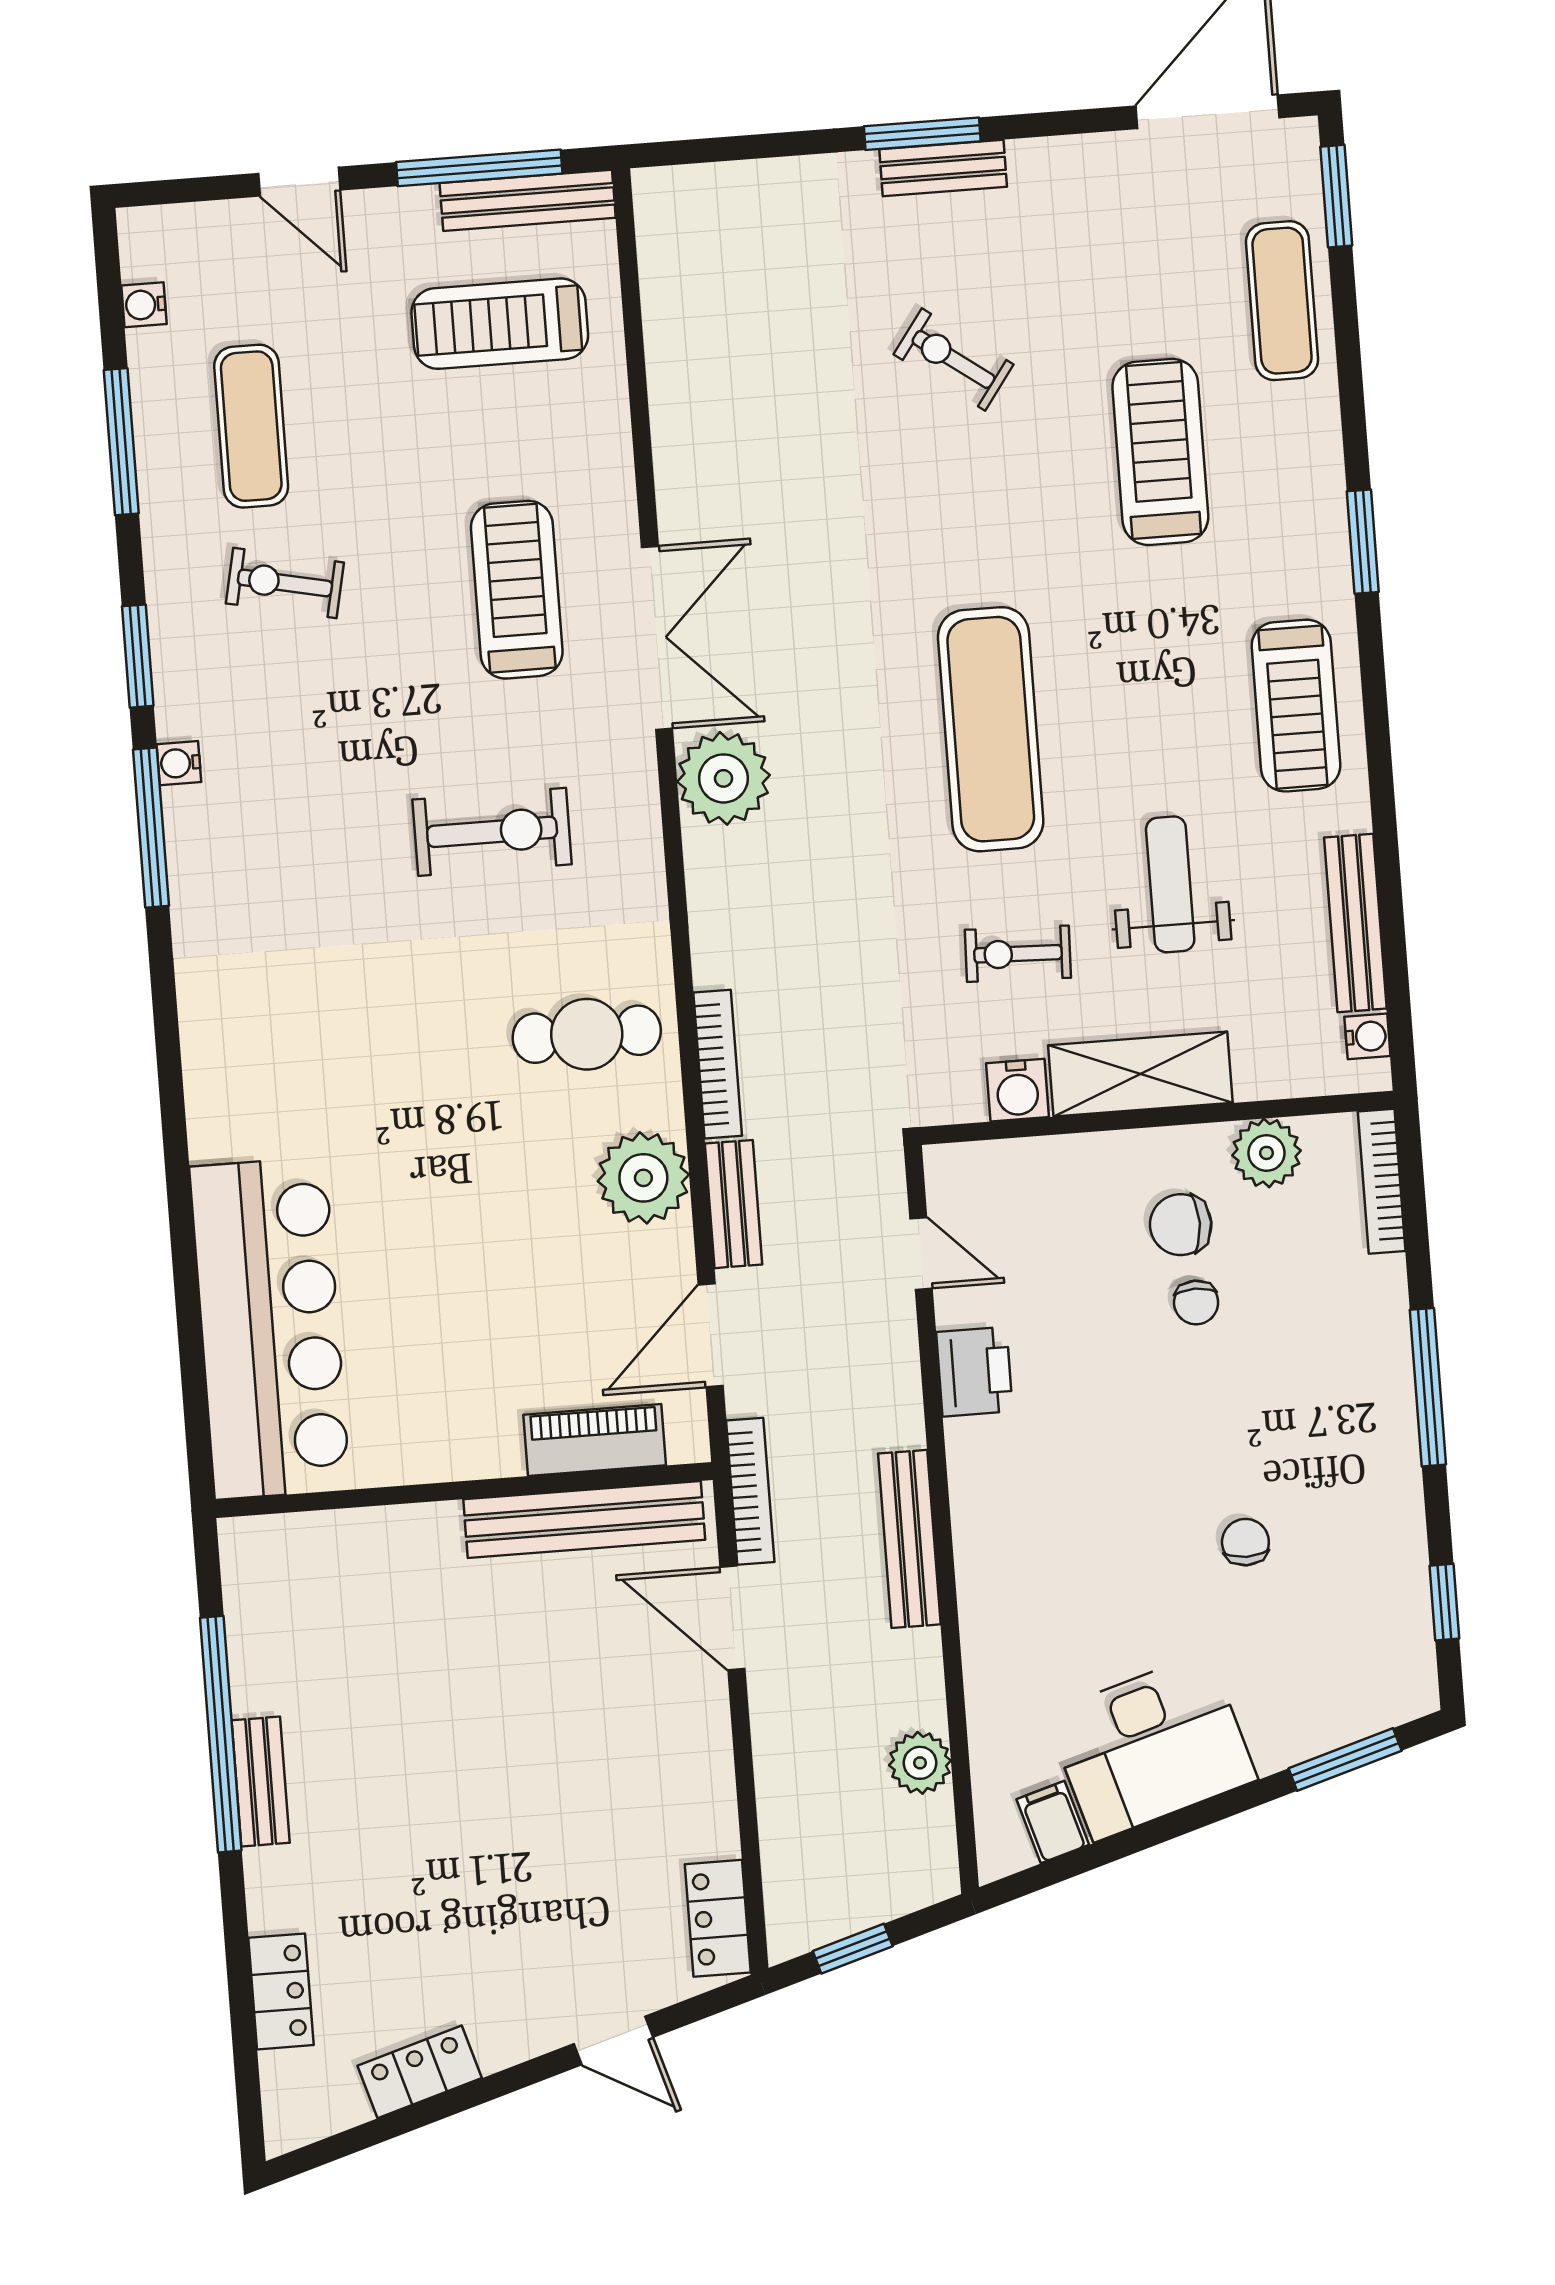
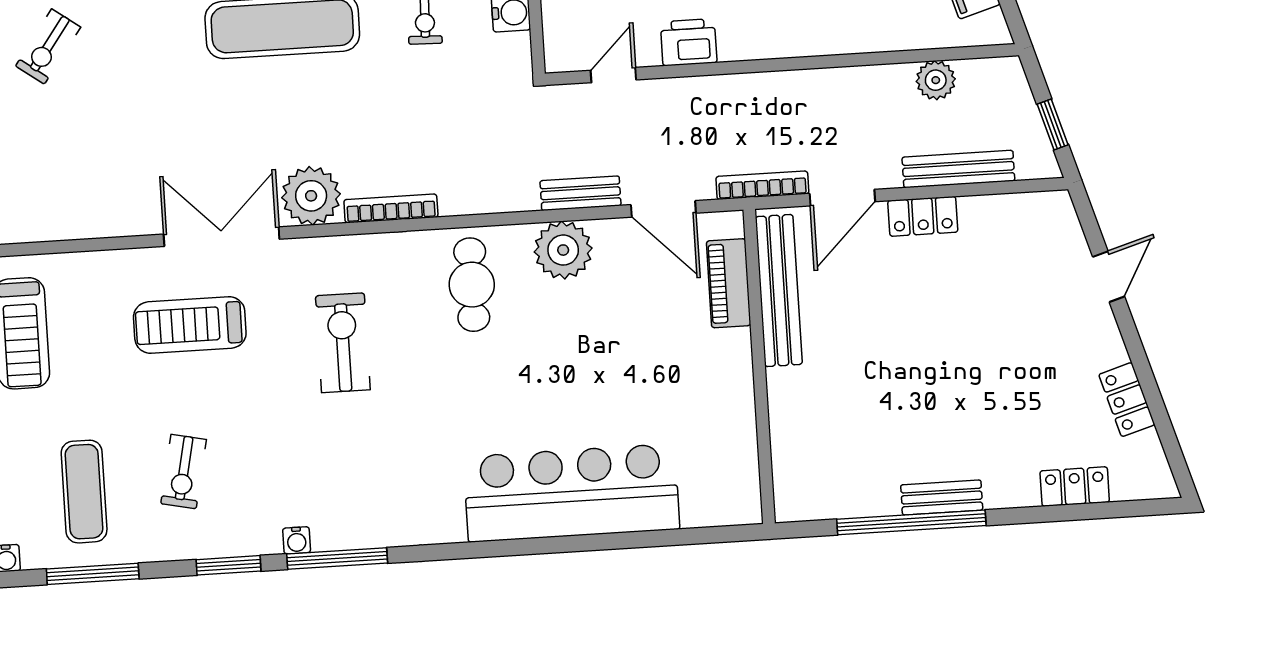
exercise mat: (251, 426) -> (84, 492), turned 90
bookcase: (718, 1064) -> (391, 208), moved
bar counter: (270, 1328) -> (572, 493), moved
bench: (909, 1539) -> (958, 169), moved
locker: (718, 1918) -> (923, 216), moved

